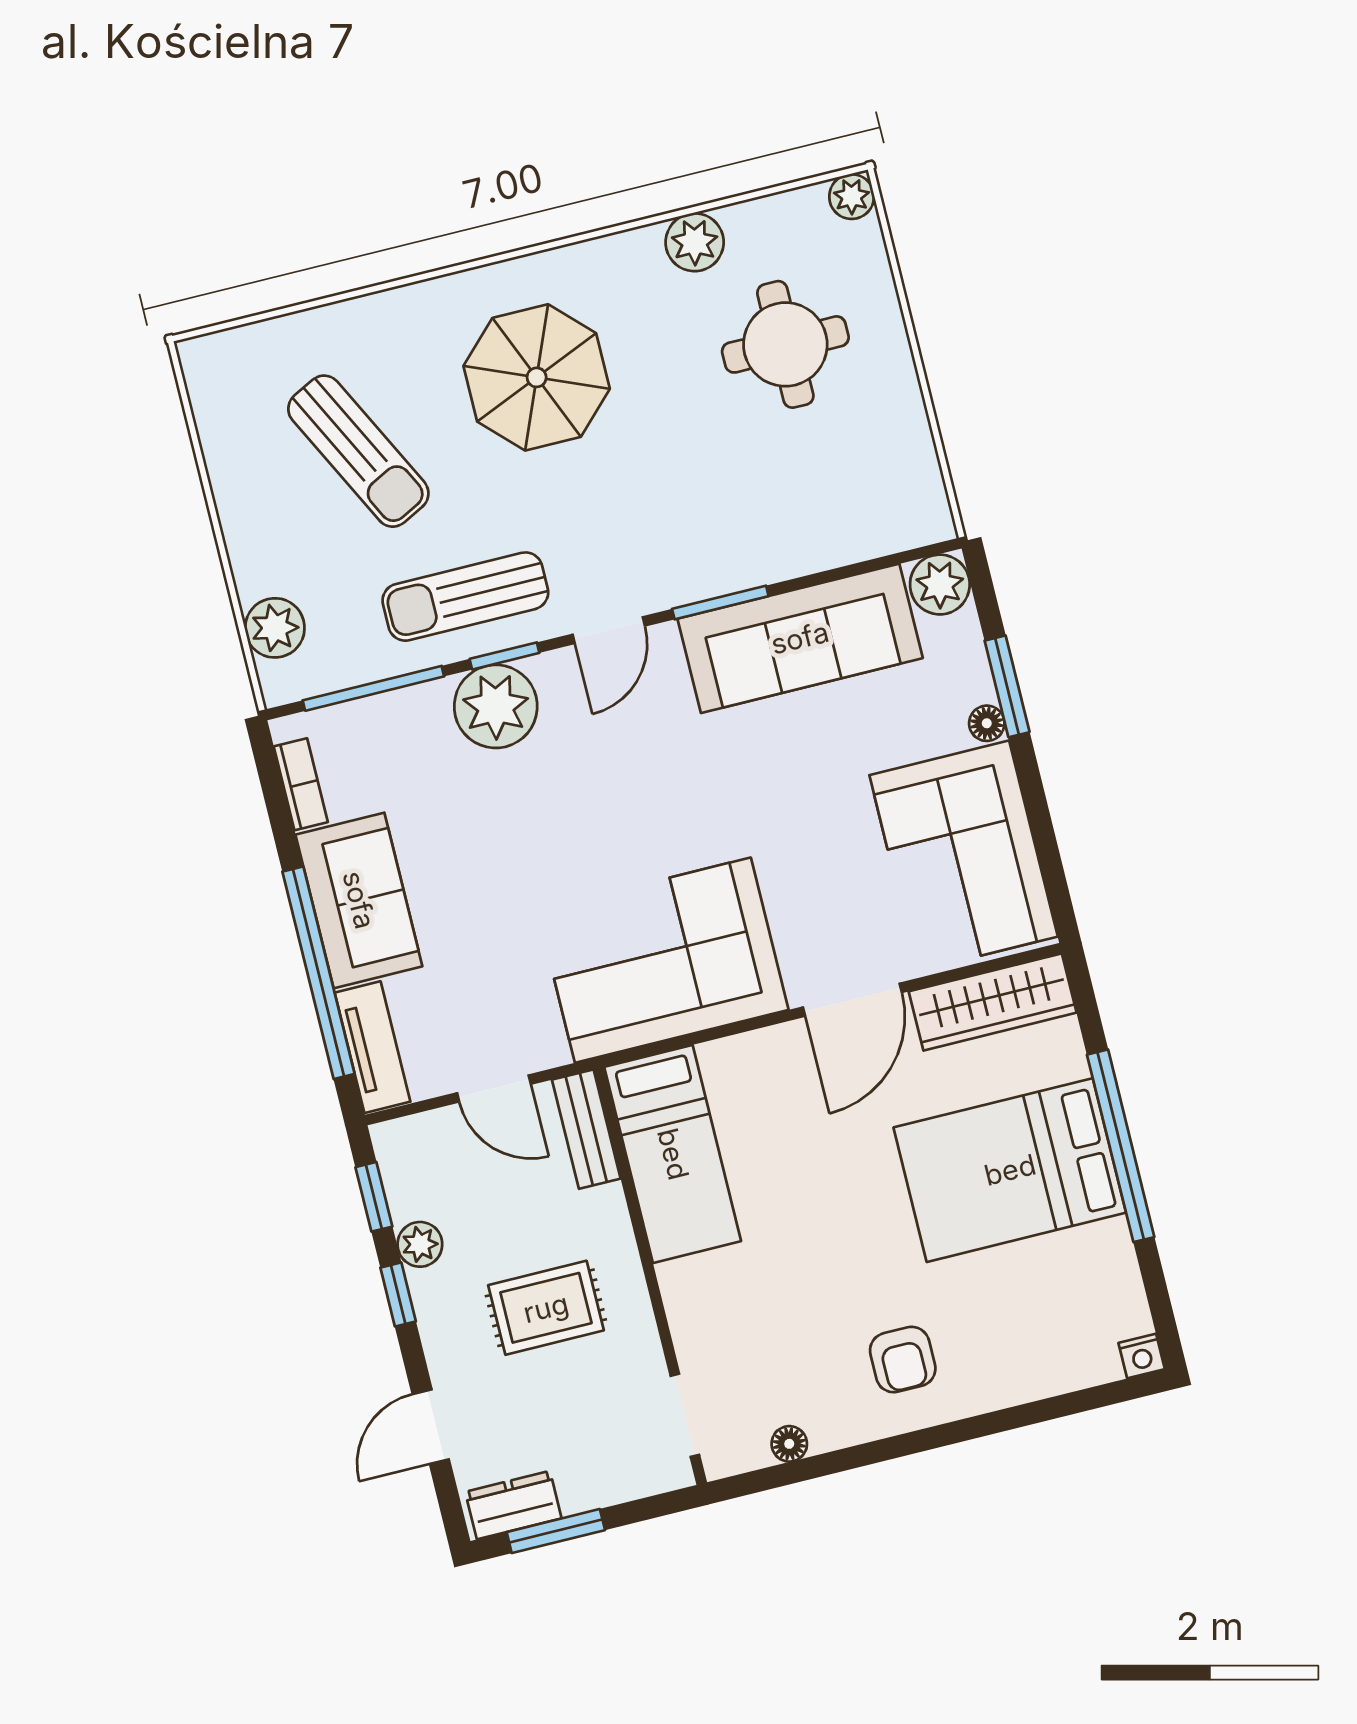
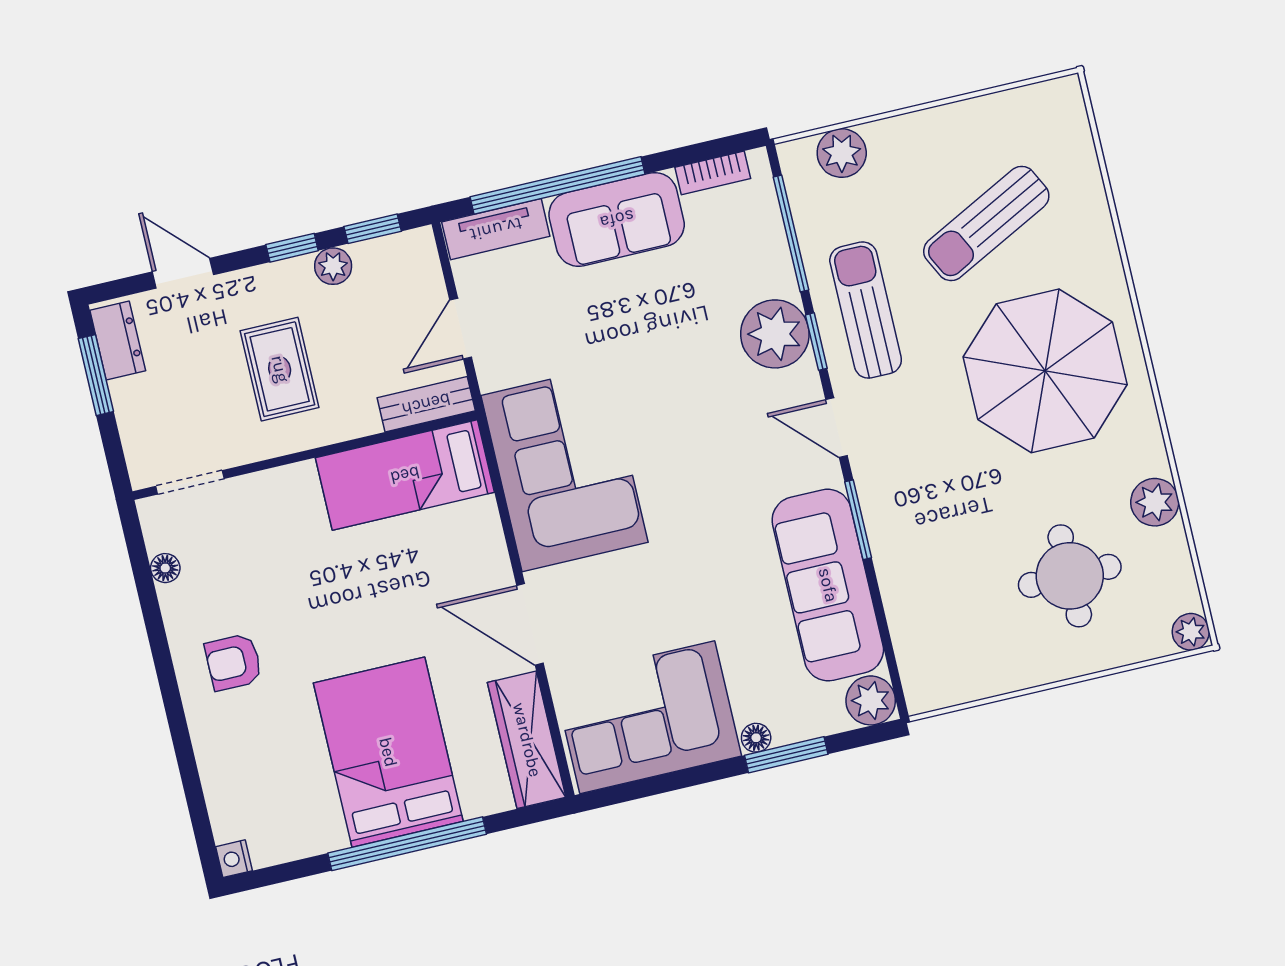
parasol: (537, 377) -> (1045, 371), width x1.36, depth x1.36

